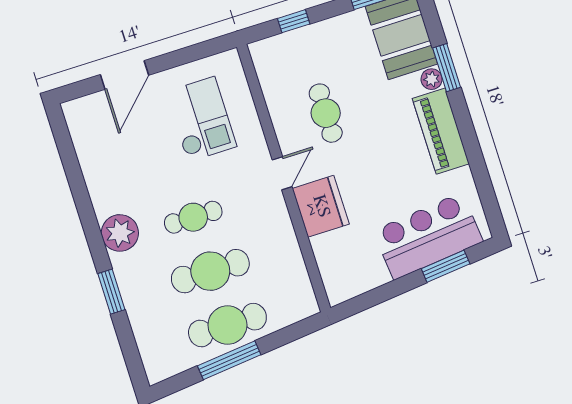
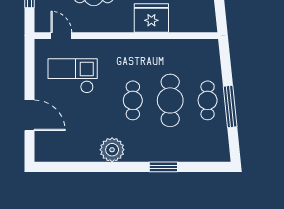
door: (282, 173) -> (61, 36), moved
plant: (120, 233) -> (112, 150), moved
cafe table: (227, 325) -> (208, 100), width x0.73, depth x0.74

